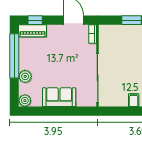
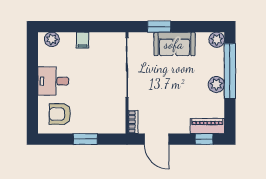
window: (14, 56) -> (230, 71), moved
plant: (25, 76) -> (216, 84), moved
window: (72, 111) -> (159, 27), added

